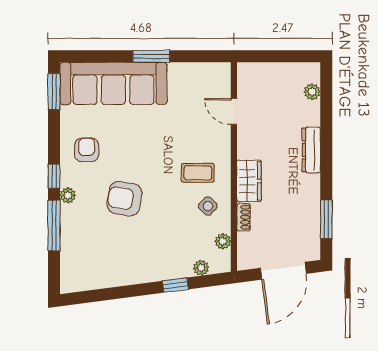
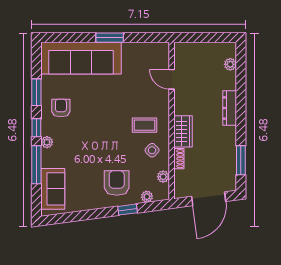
window: (54, 92) -> (36, 92), moved
armchair: (124, 199) -> (117, 183), moved, turned 81
sofa: (76, 258) -> (53, 189), added

